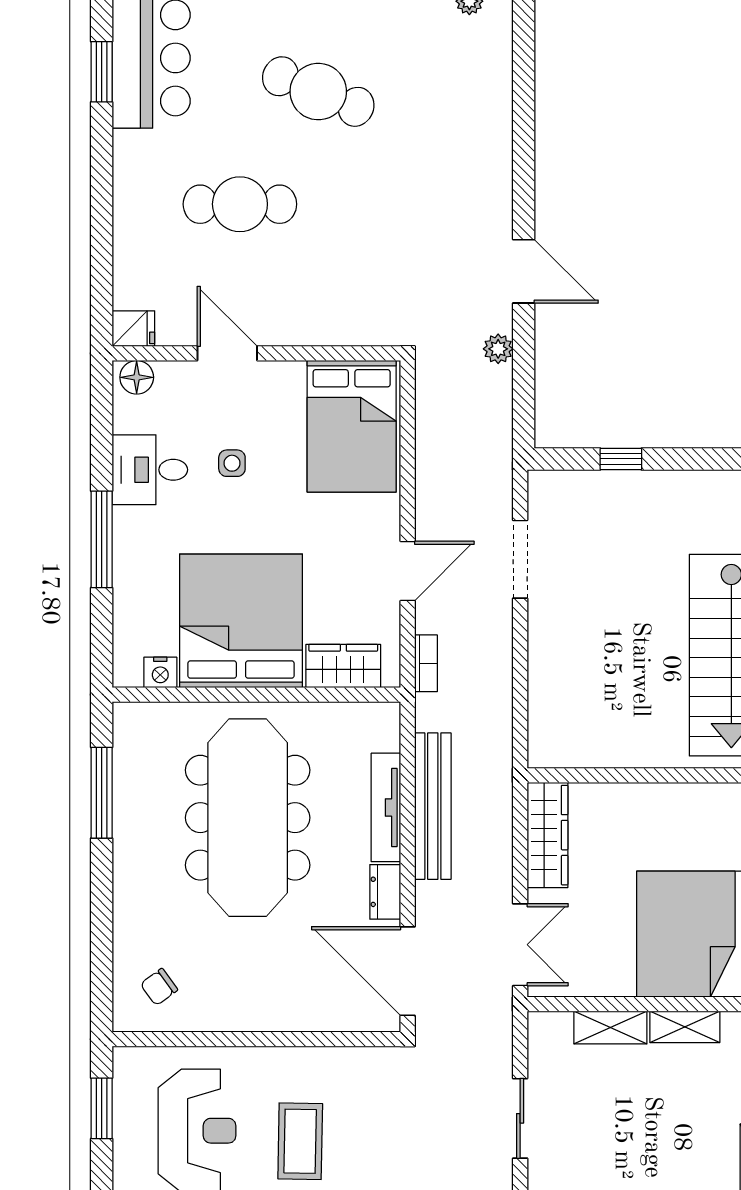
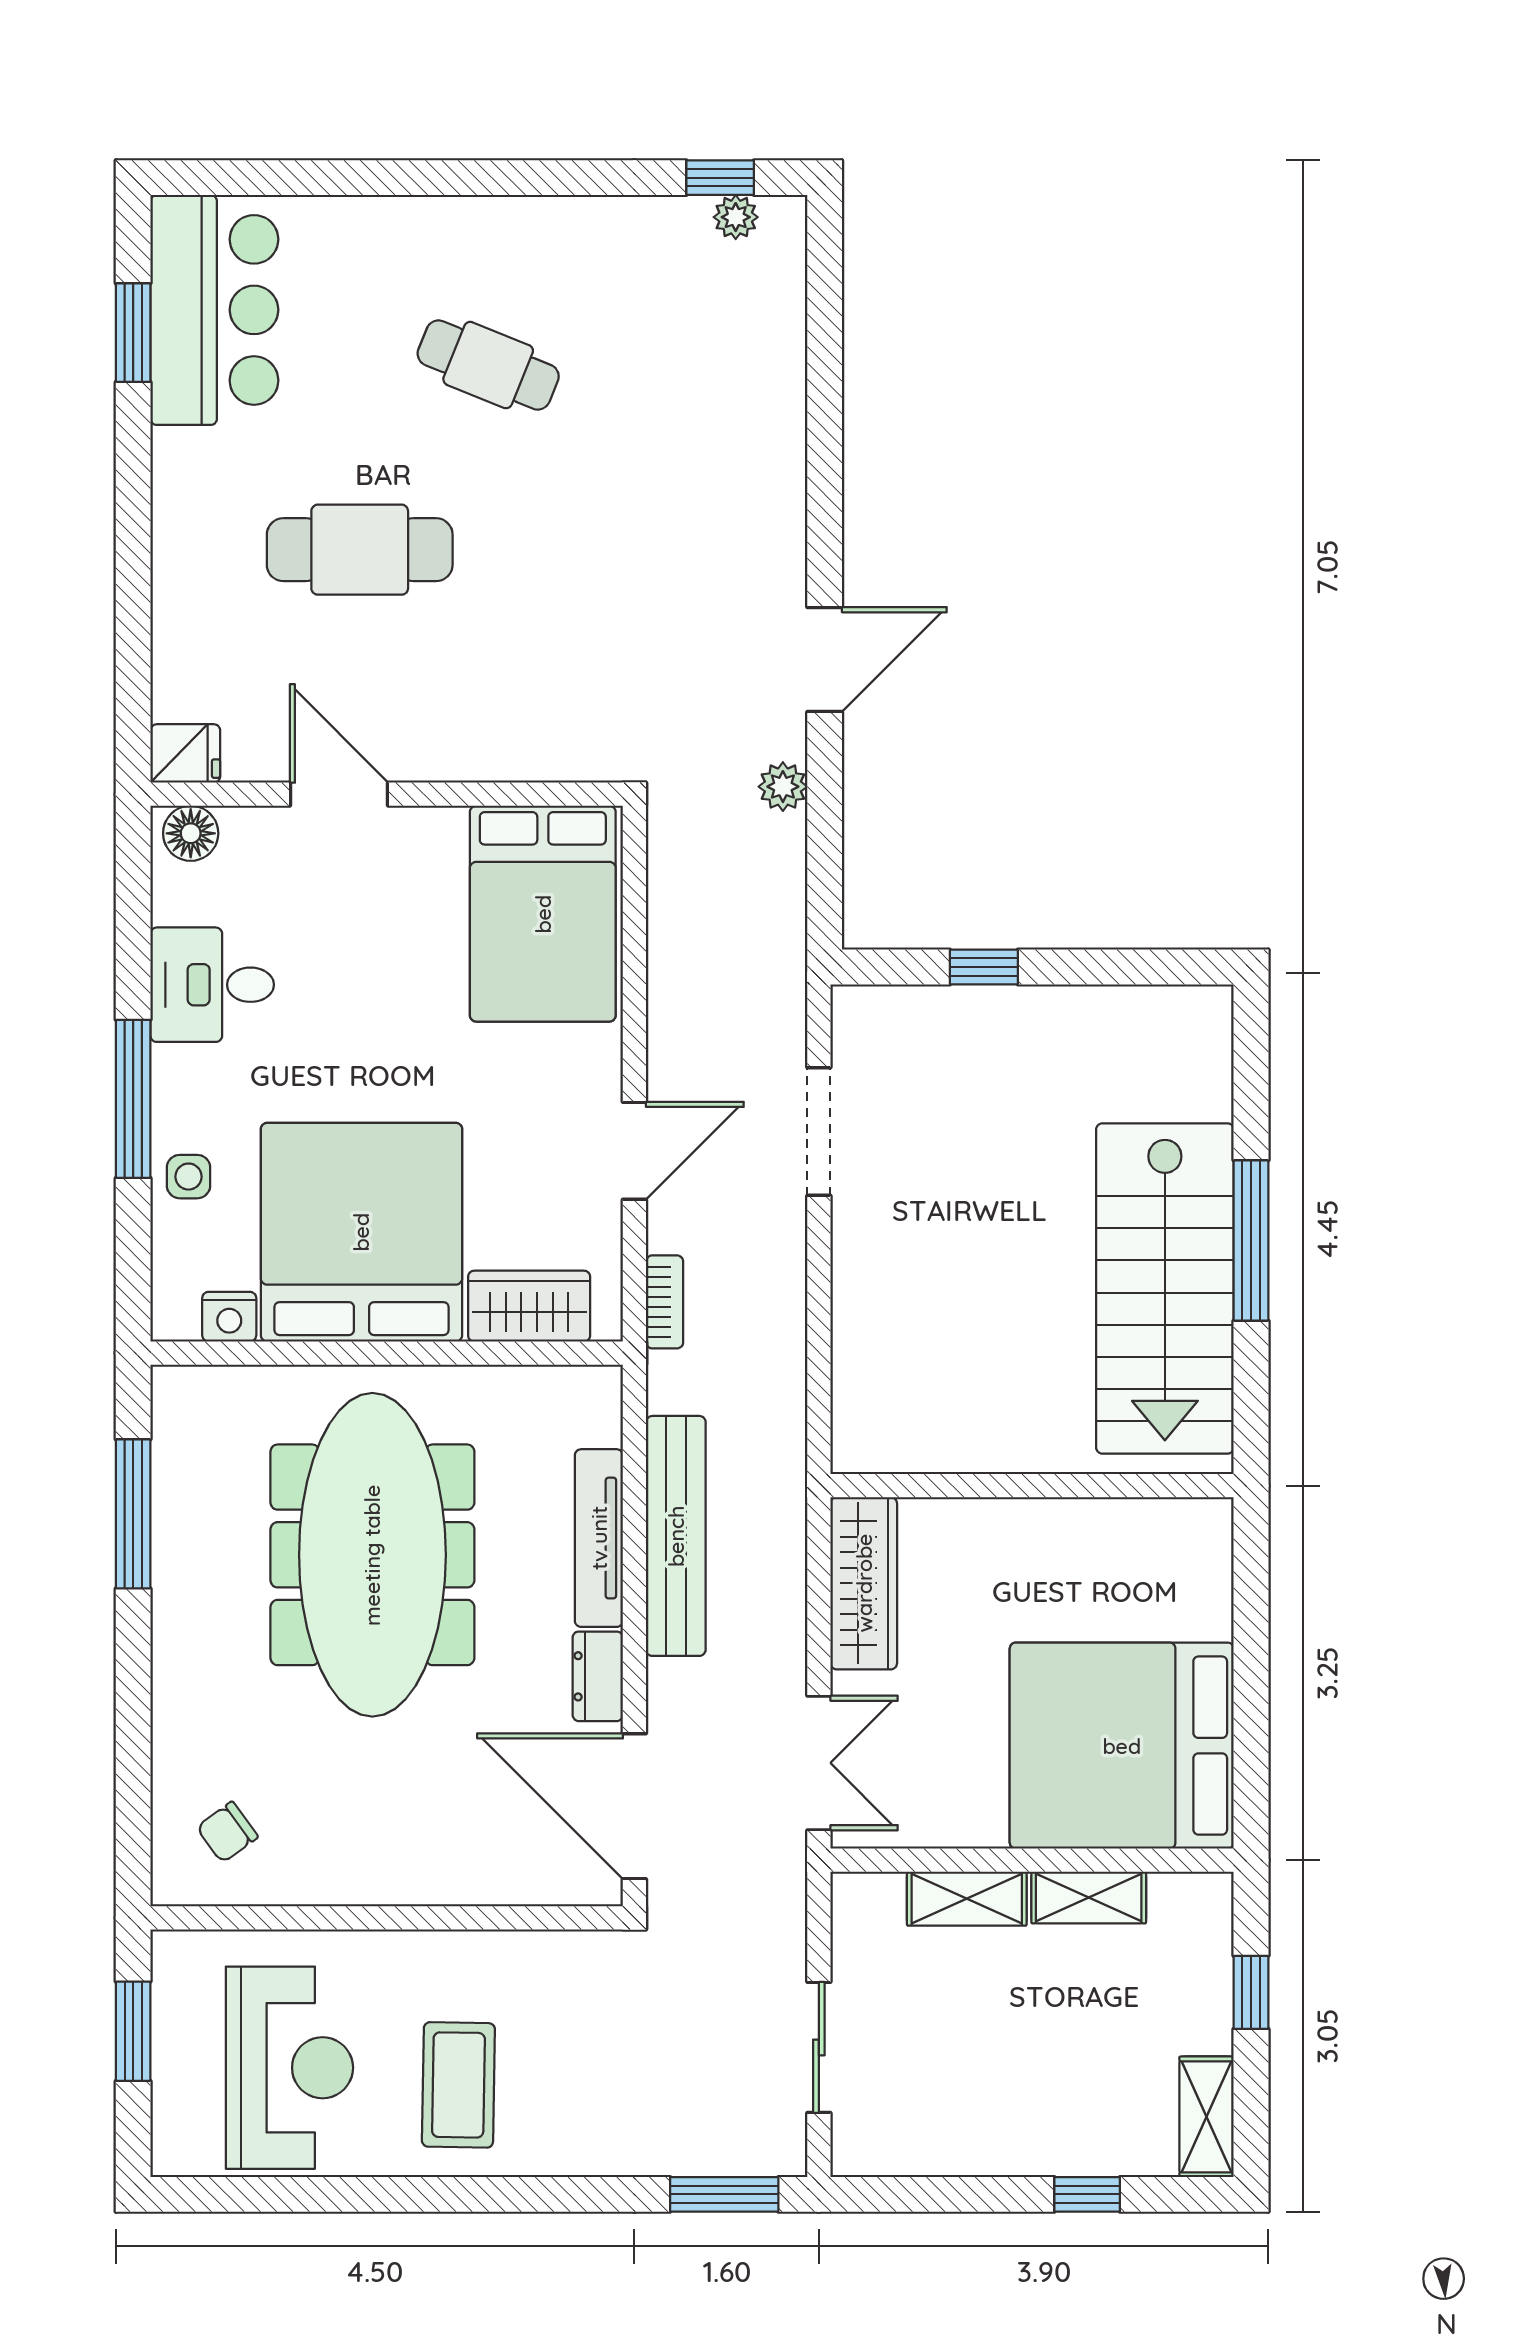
cafe table: (318, 92) -> (488, 365), width x0.73, depth x0.74
door: (524, 271) -> (825, 659), hinge flipped
side table: (232, 463) -> (189, 1177), moved

